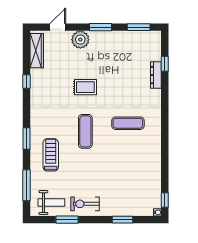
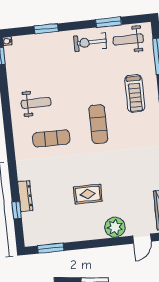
window: (101, 27) -> (94, 244), removed
rug: (85, 87) -> (88, 194), moved
weight bench: (138, 156) -> (36, 103), added
exercise bike: (85, 204) -> (90, 42), turned 180

